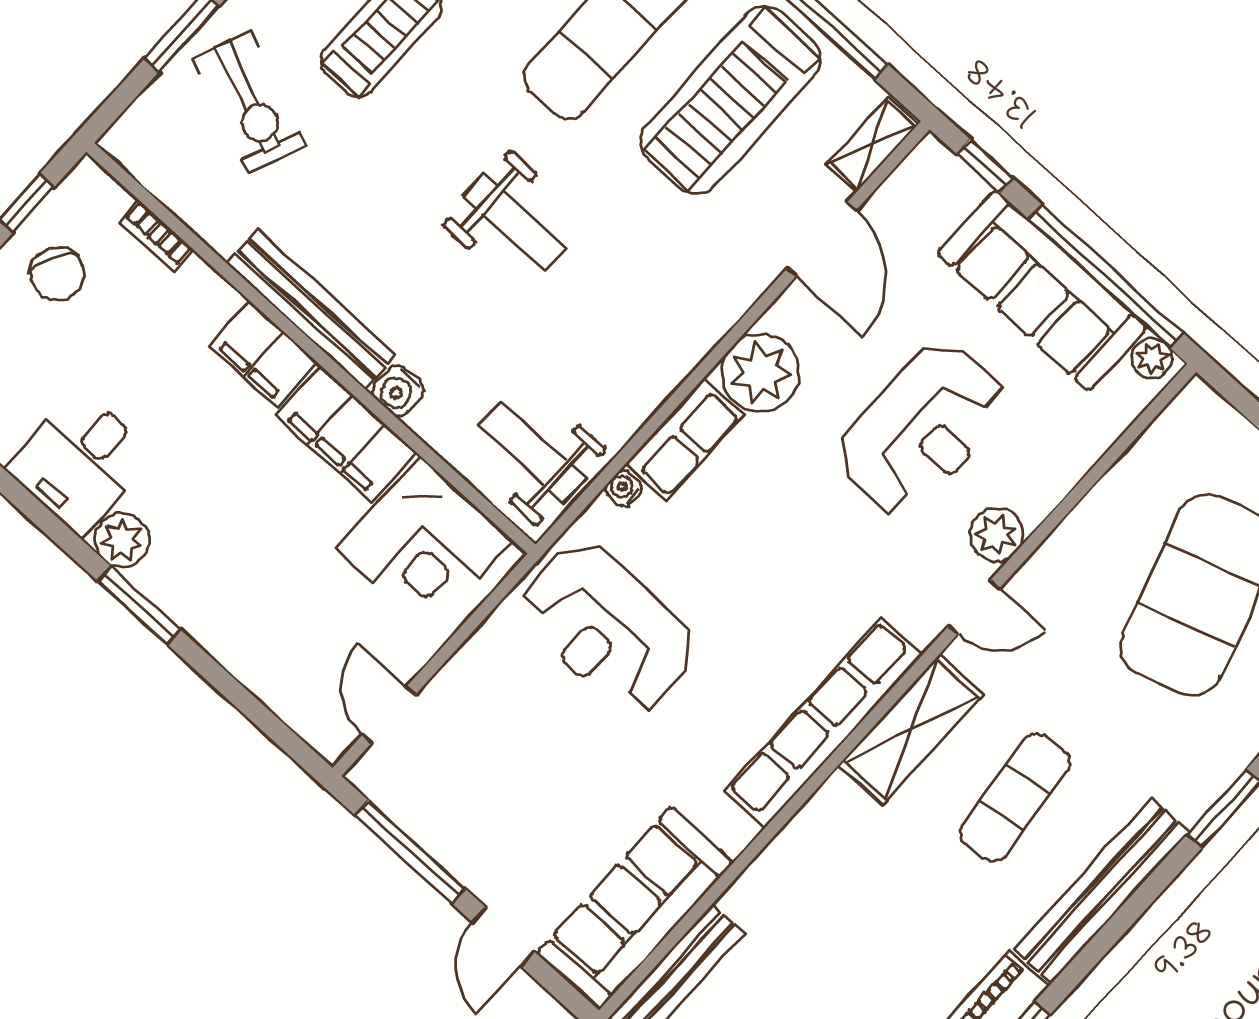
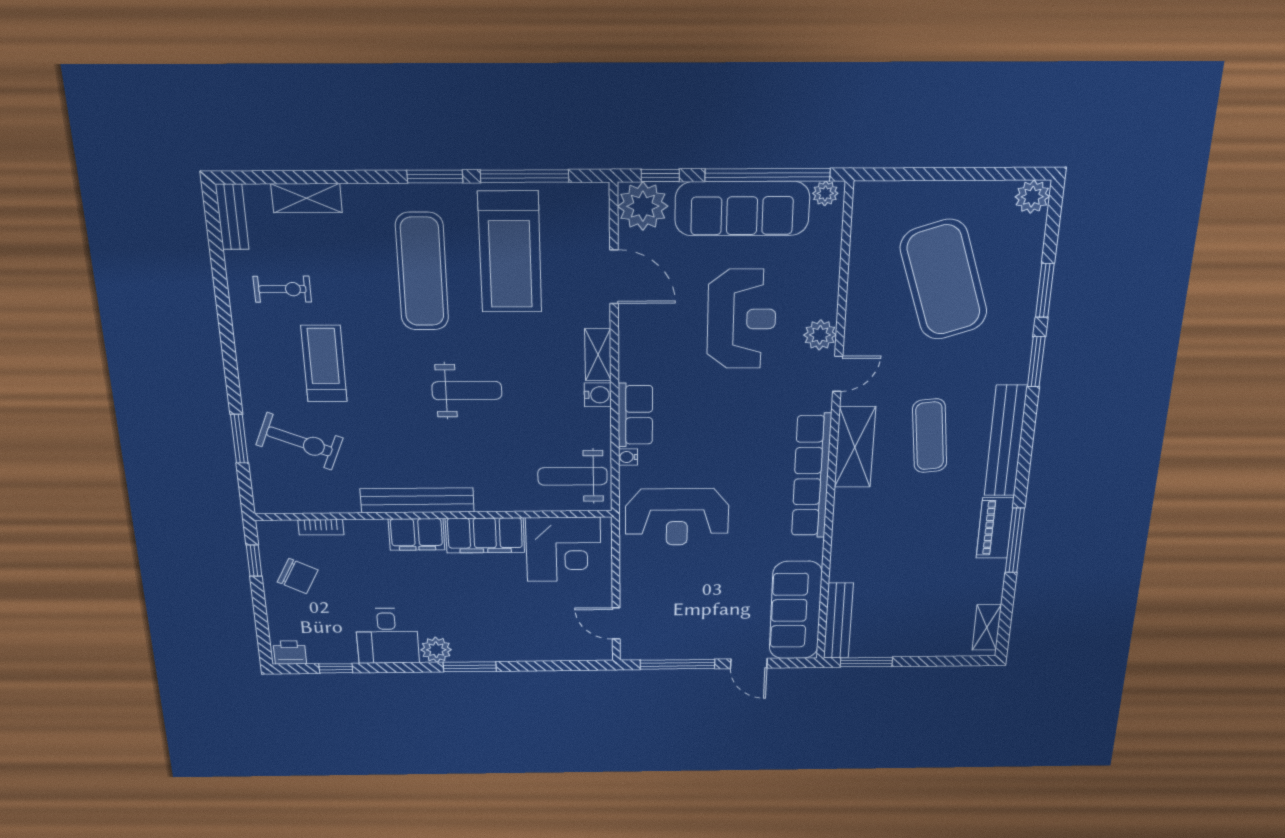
shelving: (872, 144) -> (598, 355), moved
plant: (761, 373) -> (643, 206), moved
water cooler: (398, 390) -> (598, 395), moved, turned -90

